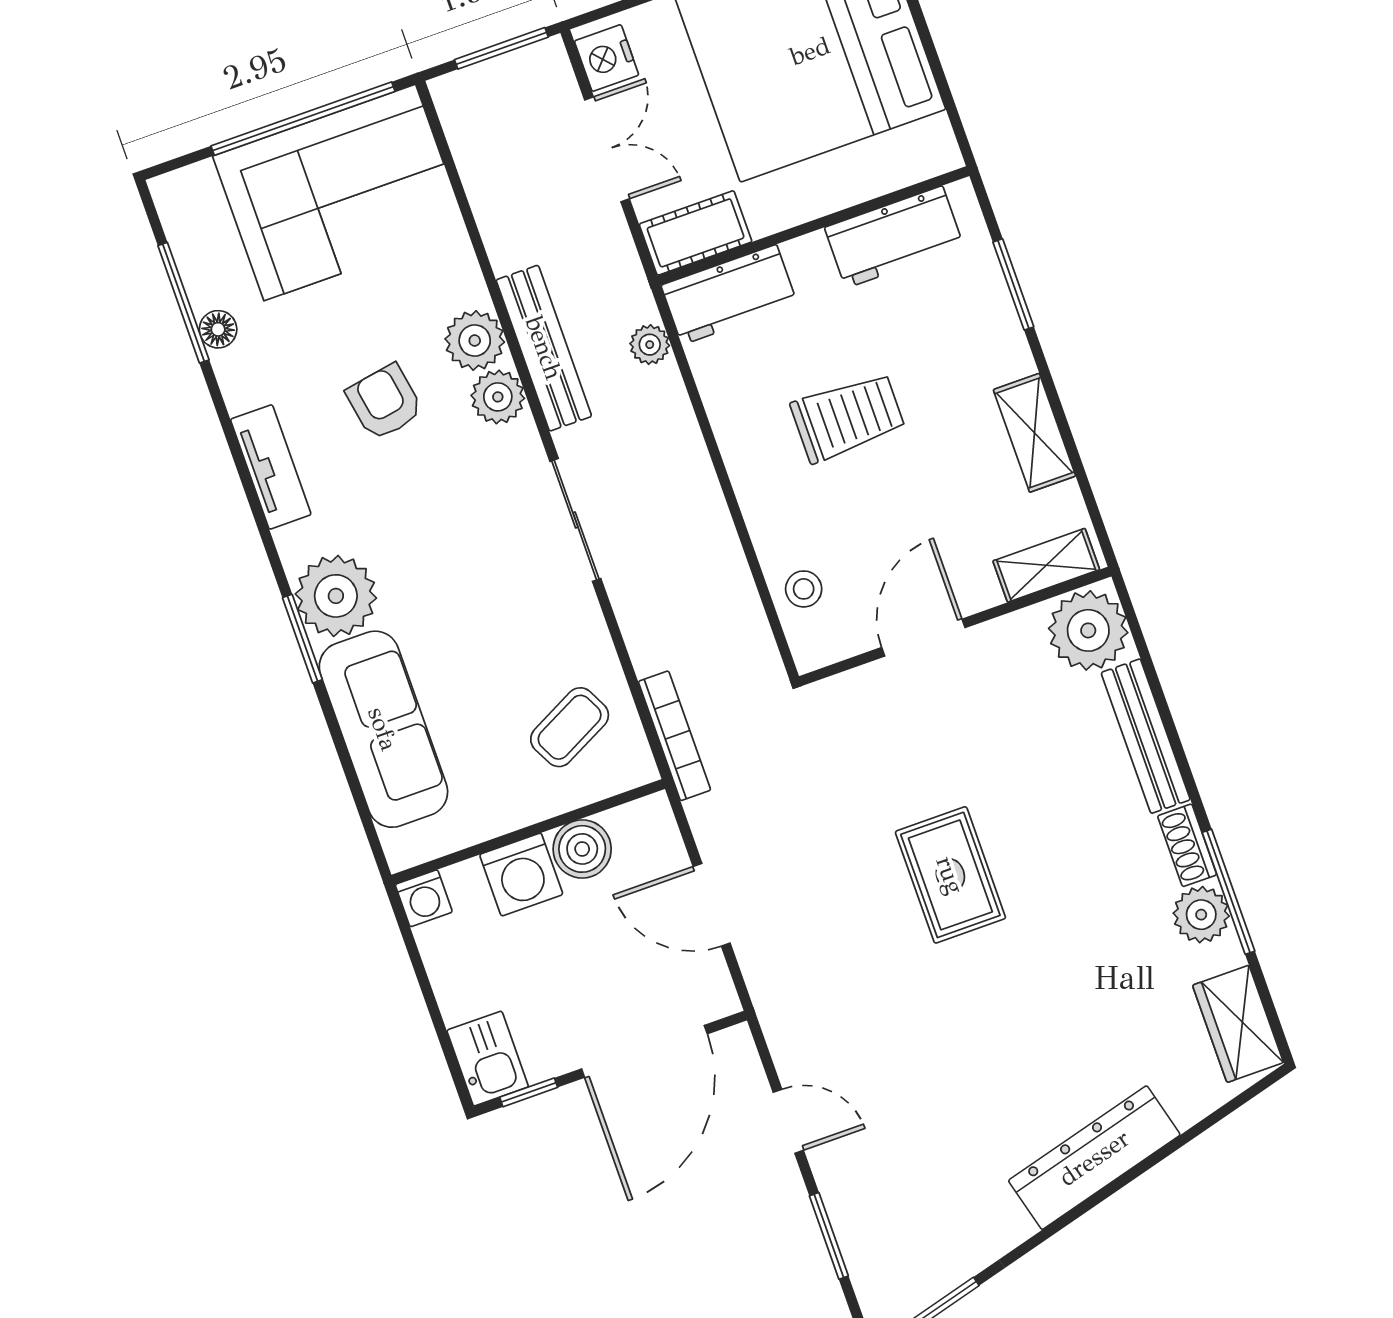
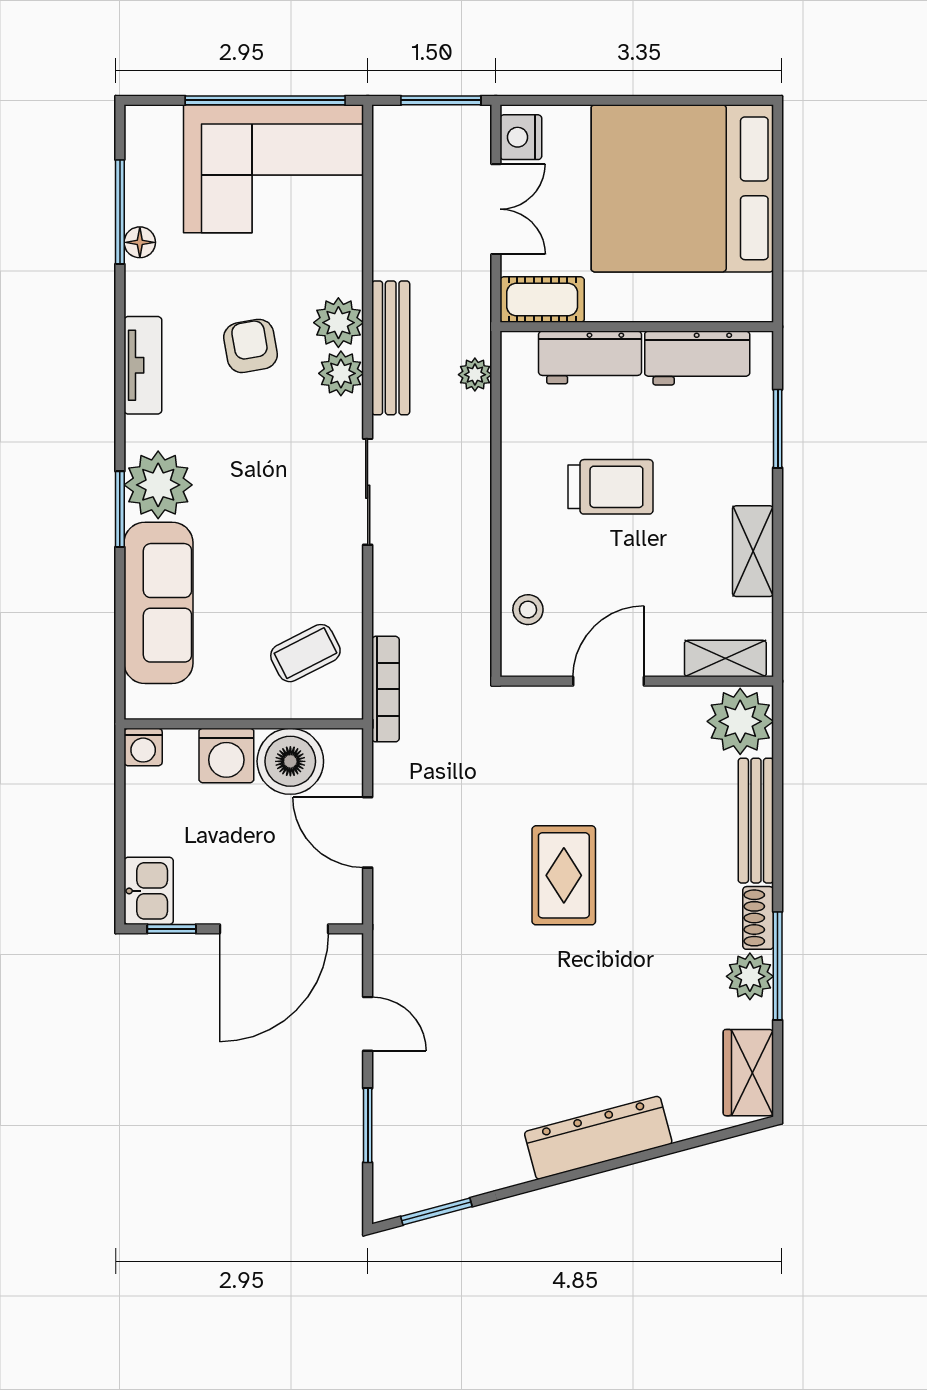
workbench: (729, 295) -> (590, 357), moved
boiler: (582, 849) -> (290, 761), width x1.37, depth x1.37

